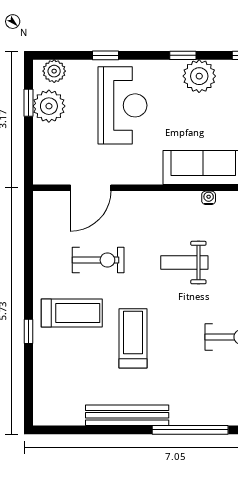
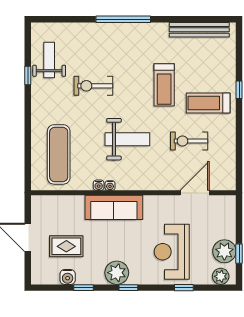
water cooler: (224, 198) -> (99, 185), added
weight bench: (184, 263) -> (127, 139), width x1.36, depth x1.33
bench: (127, 415) -> (199, 30), moved

